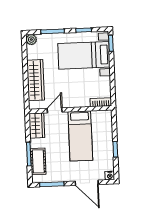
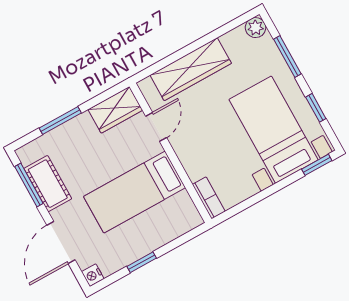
door: (55, 110) -> (156, 127), hinge flipped
cot: (38, 161) -> (48, 184), moved, turned 90

